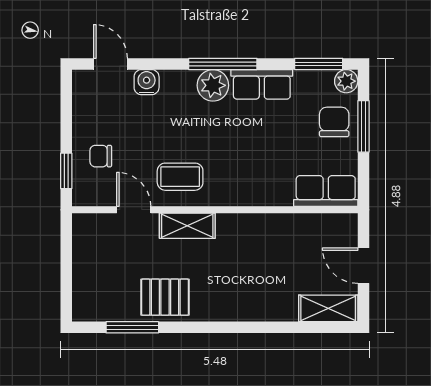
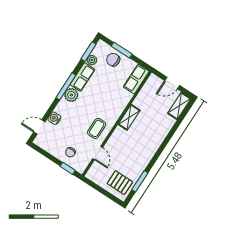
plant: (346, 81) -> (92, 60), moved
door: (134, 210) -> (98, 153), swing flipped
shelving: (187, 226) -> (129, 117), moved
pallet: (165, 297) -> (120, 183), moved, turned 90

